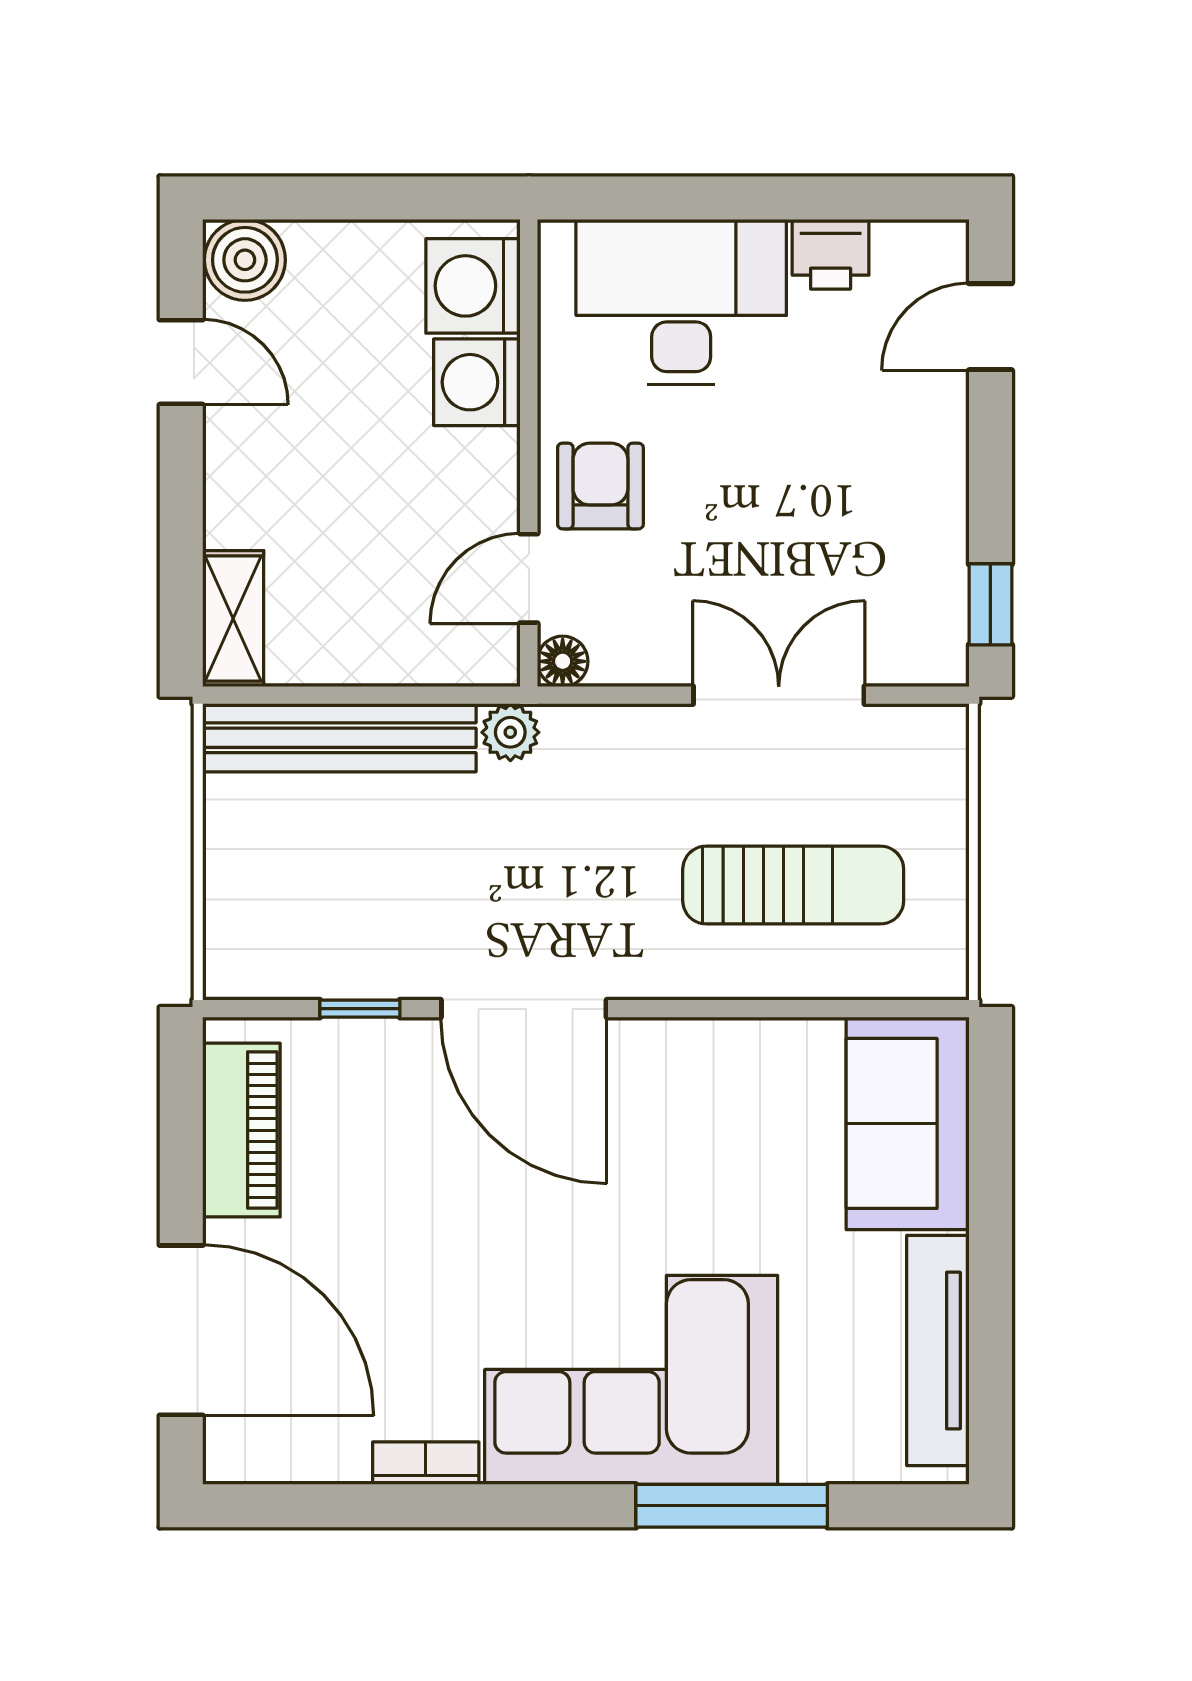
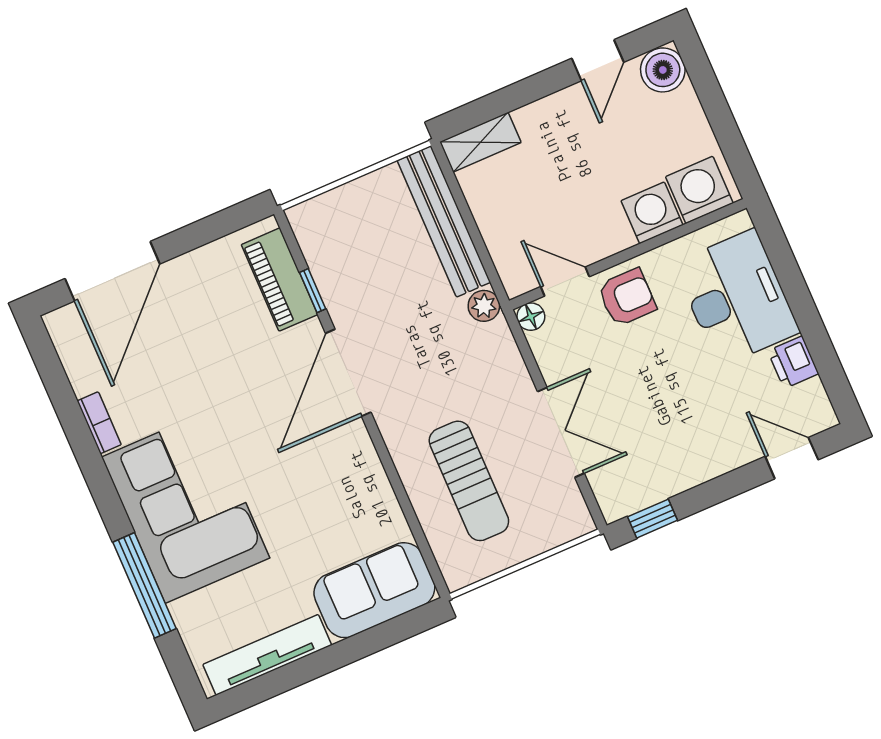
piano: (241, 1130) -> (279, 280), moved, turned 90

